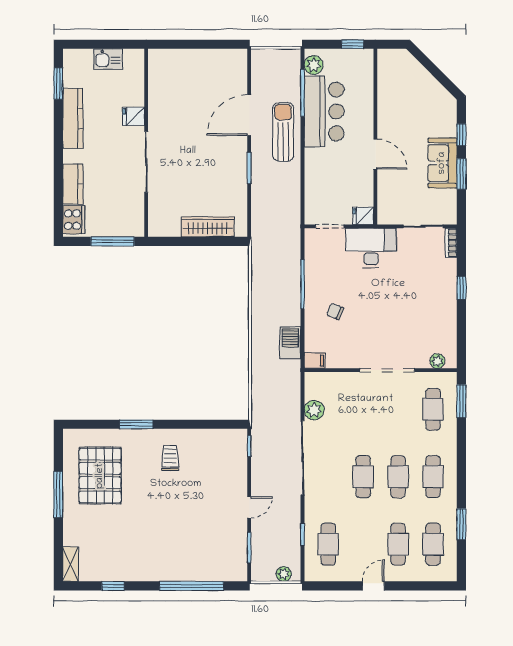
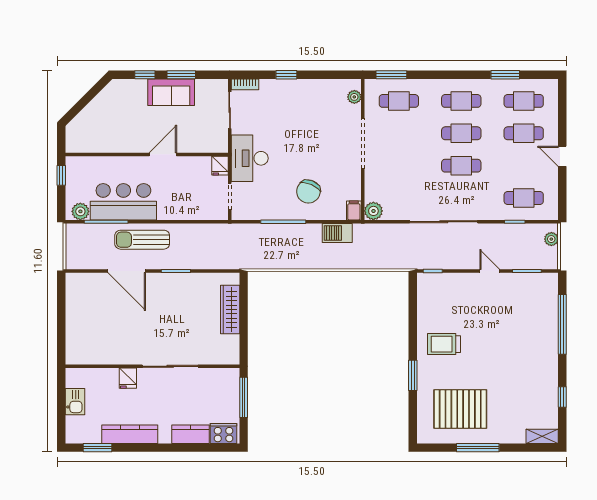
chair: (335, 311) -> (308, 192), width x1.87, depth x1.87
plant: (314, 410) -> (373, 211), moved
trolley: (170, 458) -> (444, 344), width x1.36, depth x1.39

